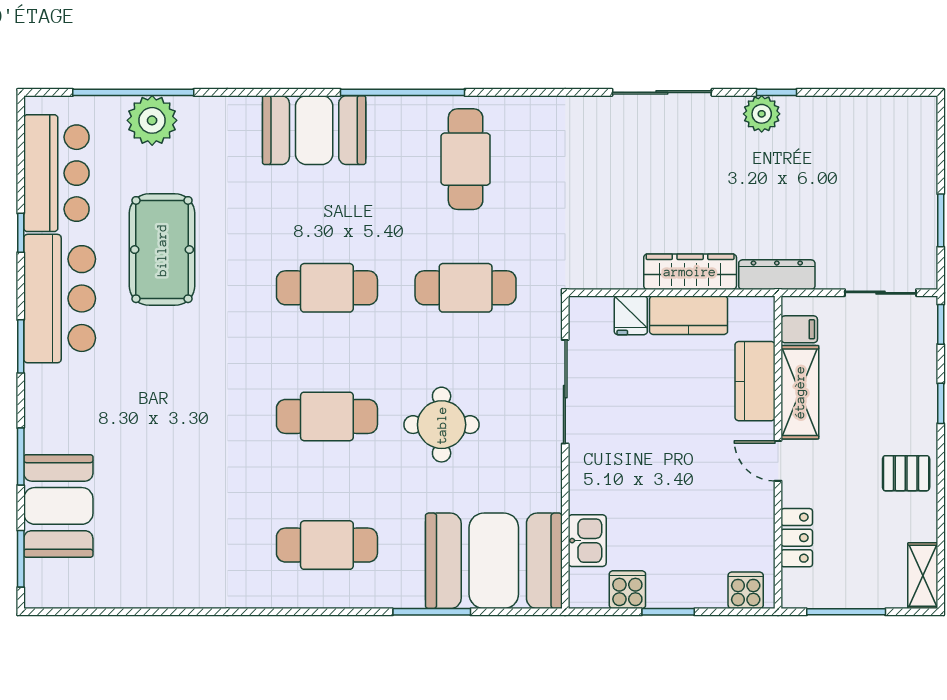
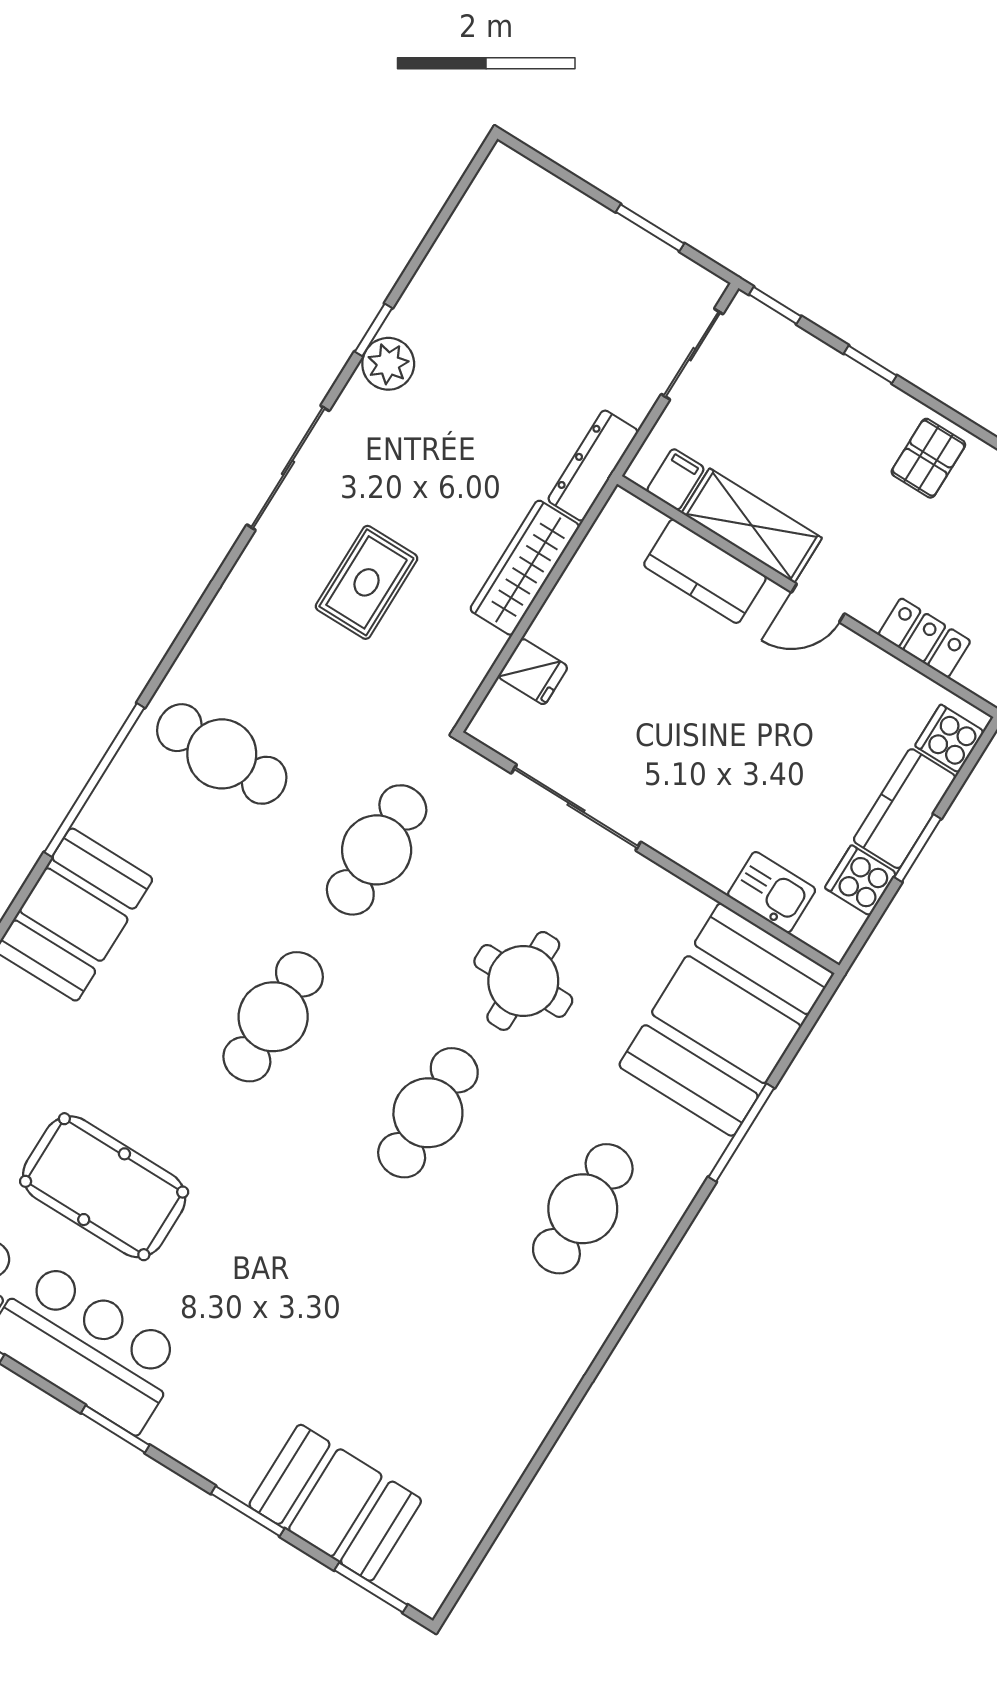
rug: (622, 182) -> (367, 582), added
kitchen counter: (689, 315) -> (904, 809), moved, turned 180

